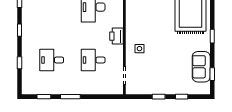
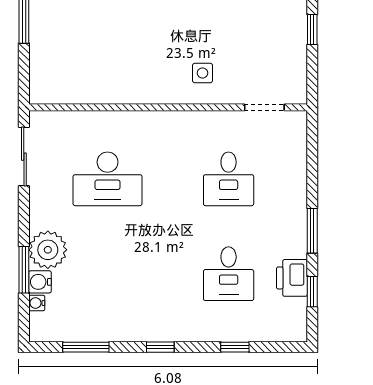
printer: (116, 36) -> (292, 278), moved, turned 90

